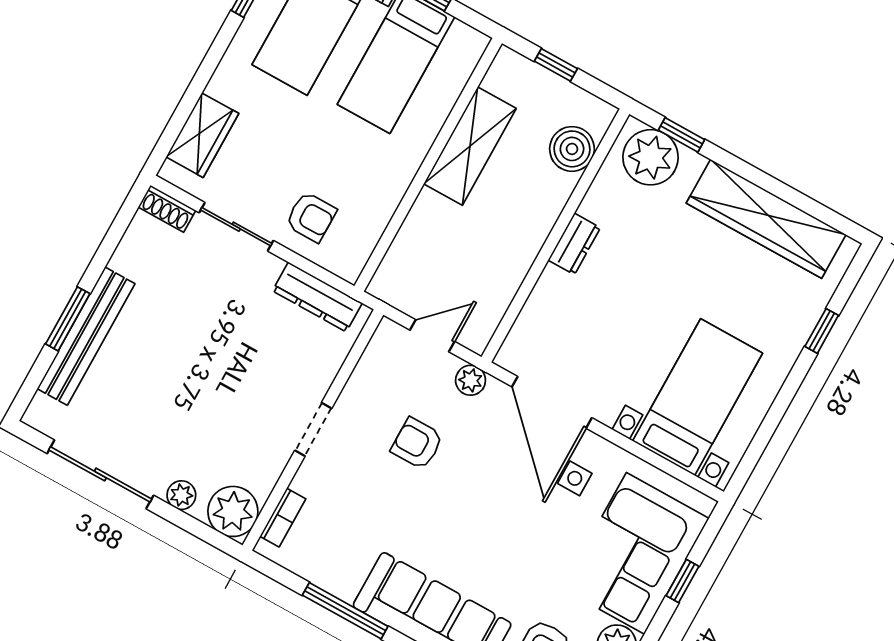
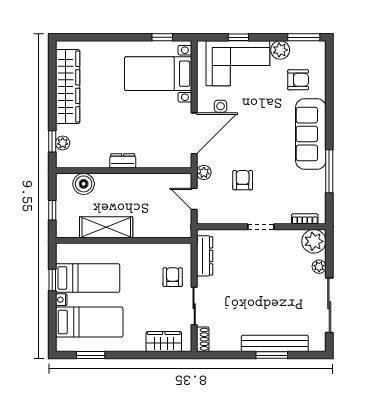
plant: (651, 157) -> (63, 143), width x0.53, depth x0.53
window: (822, 331) -> (162, 37), moved
armchair: (417, 443) -> (243, 180), turned 180

